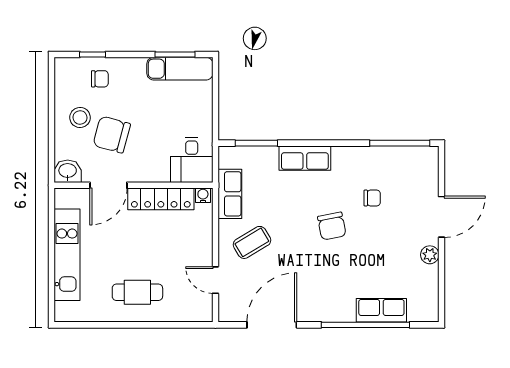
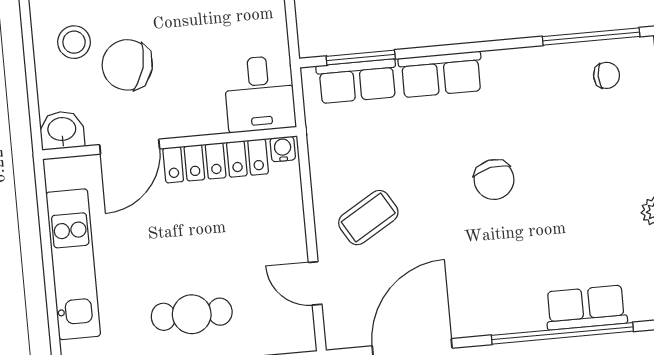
row of seats: (230, 194) -> (357, 81), moved, turned 90
chair: (372, 198) -> (606, 75), moved

